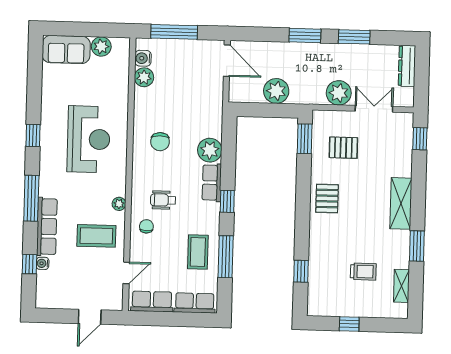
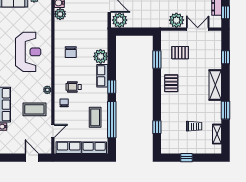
window: (421, 82) -> (226, 12), added
plant: (276, 91) -> (120, 20), moved
window: (305, 139) -> (157, 59), moved
window: (420, 139) -> (226, 57), moved
window: (226, 257) -> (112, 120), width x1.46
door: (90, 317) -> (32, 158), swing flipped

